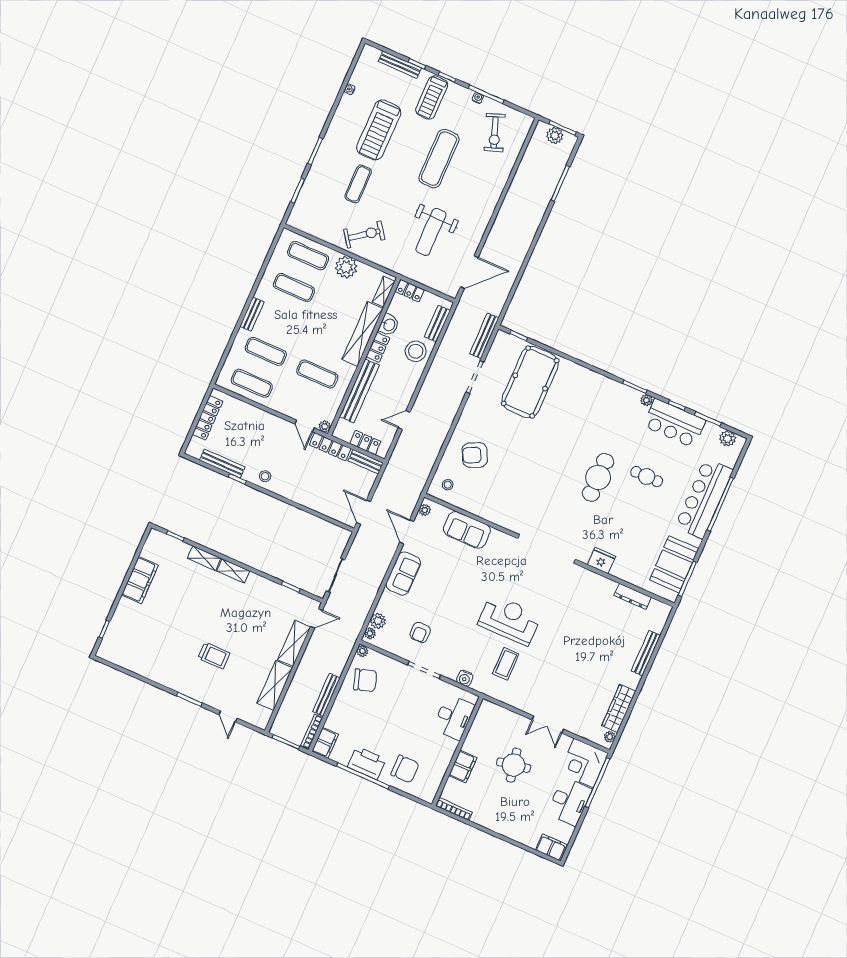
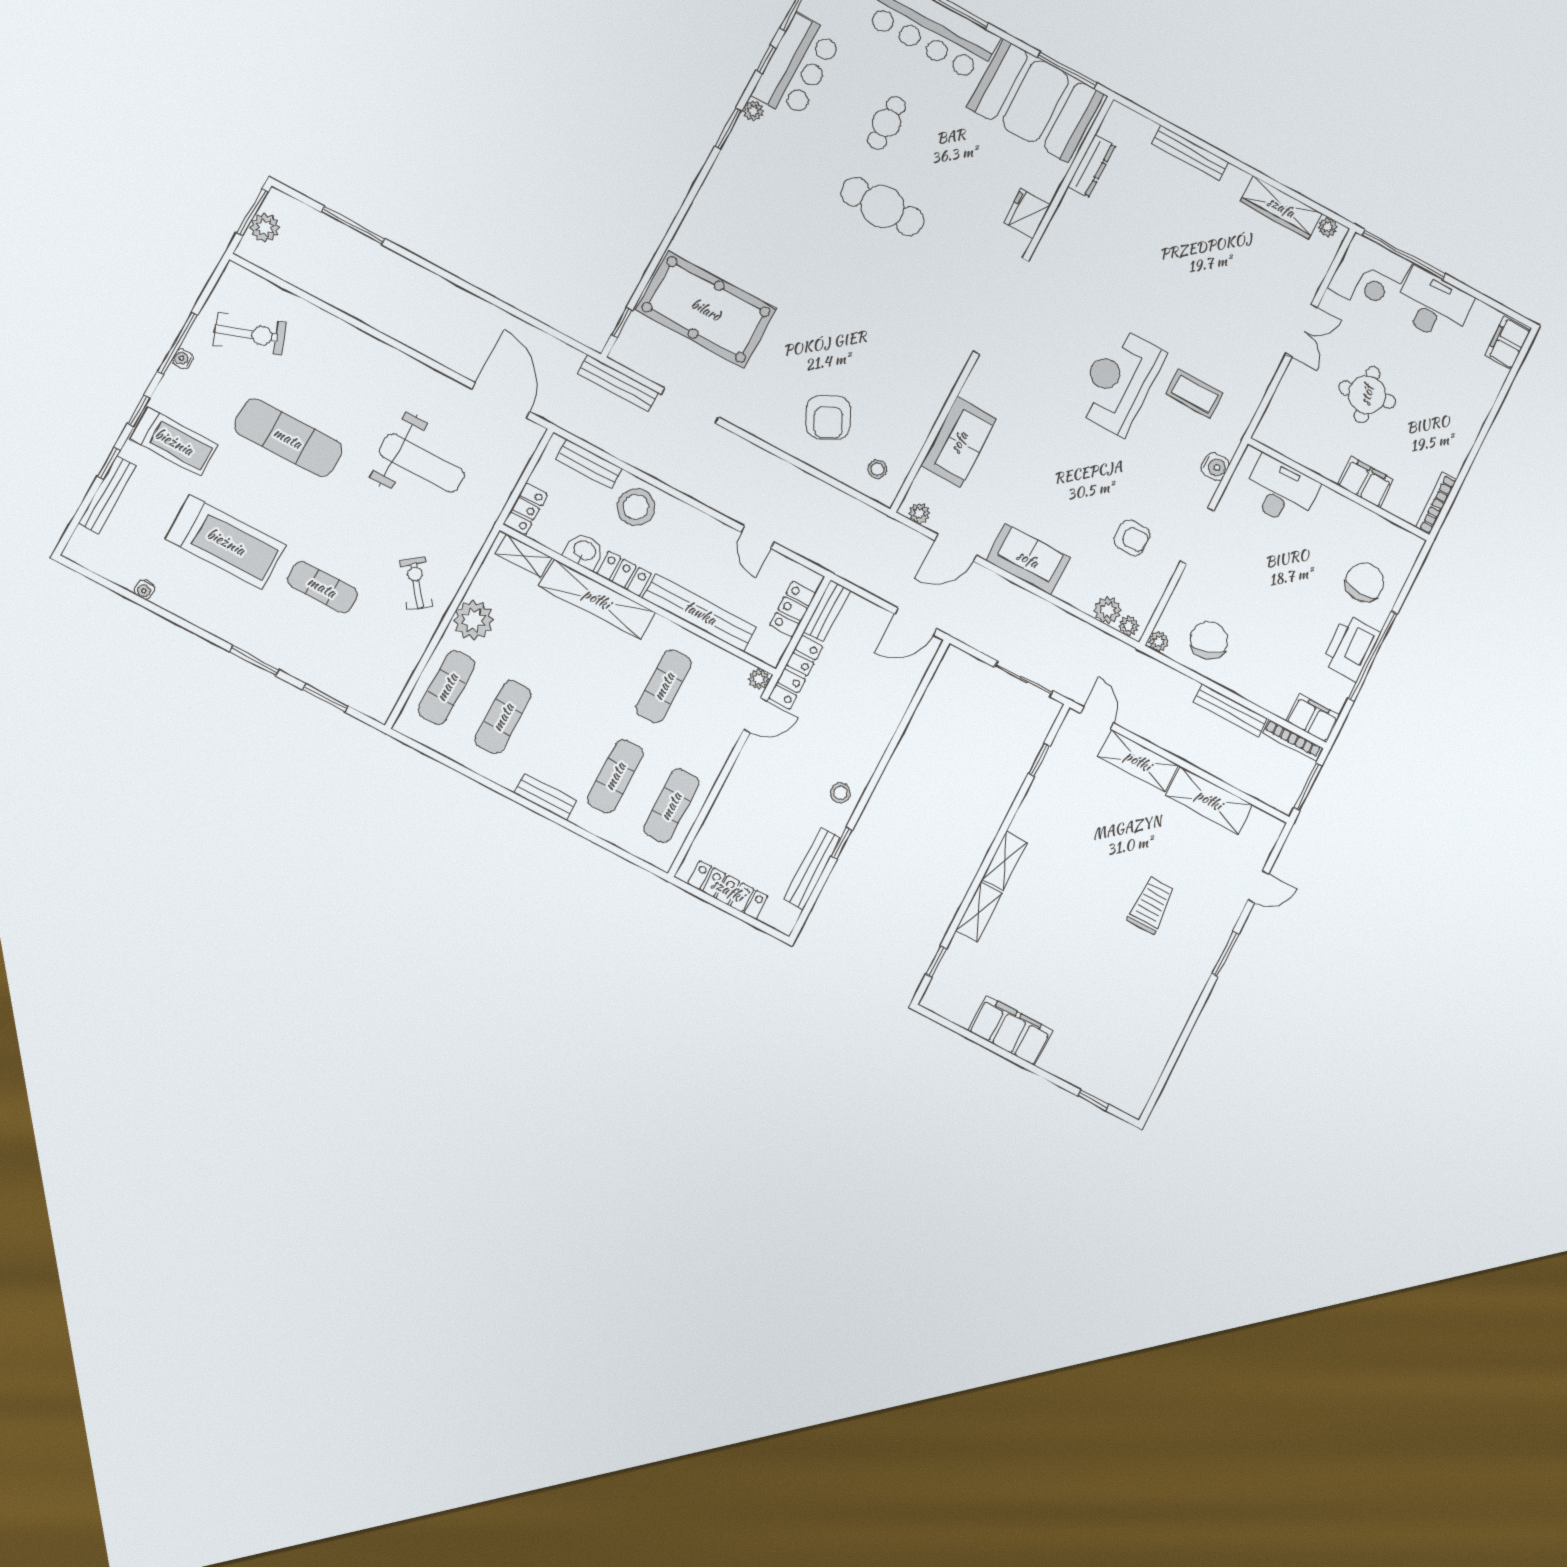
exercise bike: (364, 234) -> (416, 583), width x0.73, depth x0.72
booth: (674, 564) -> (1036, 101), width x1.36, depth x1.42

